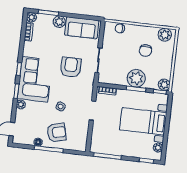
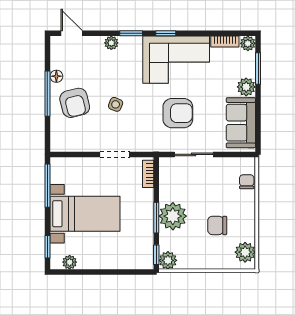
corner sofa: (35, 79) -> (176, 60), moved
bed with nightstands: (143, 121) -> (85, 214), moved, turned 90

